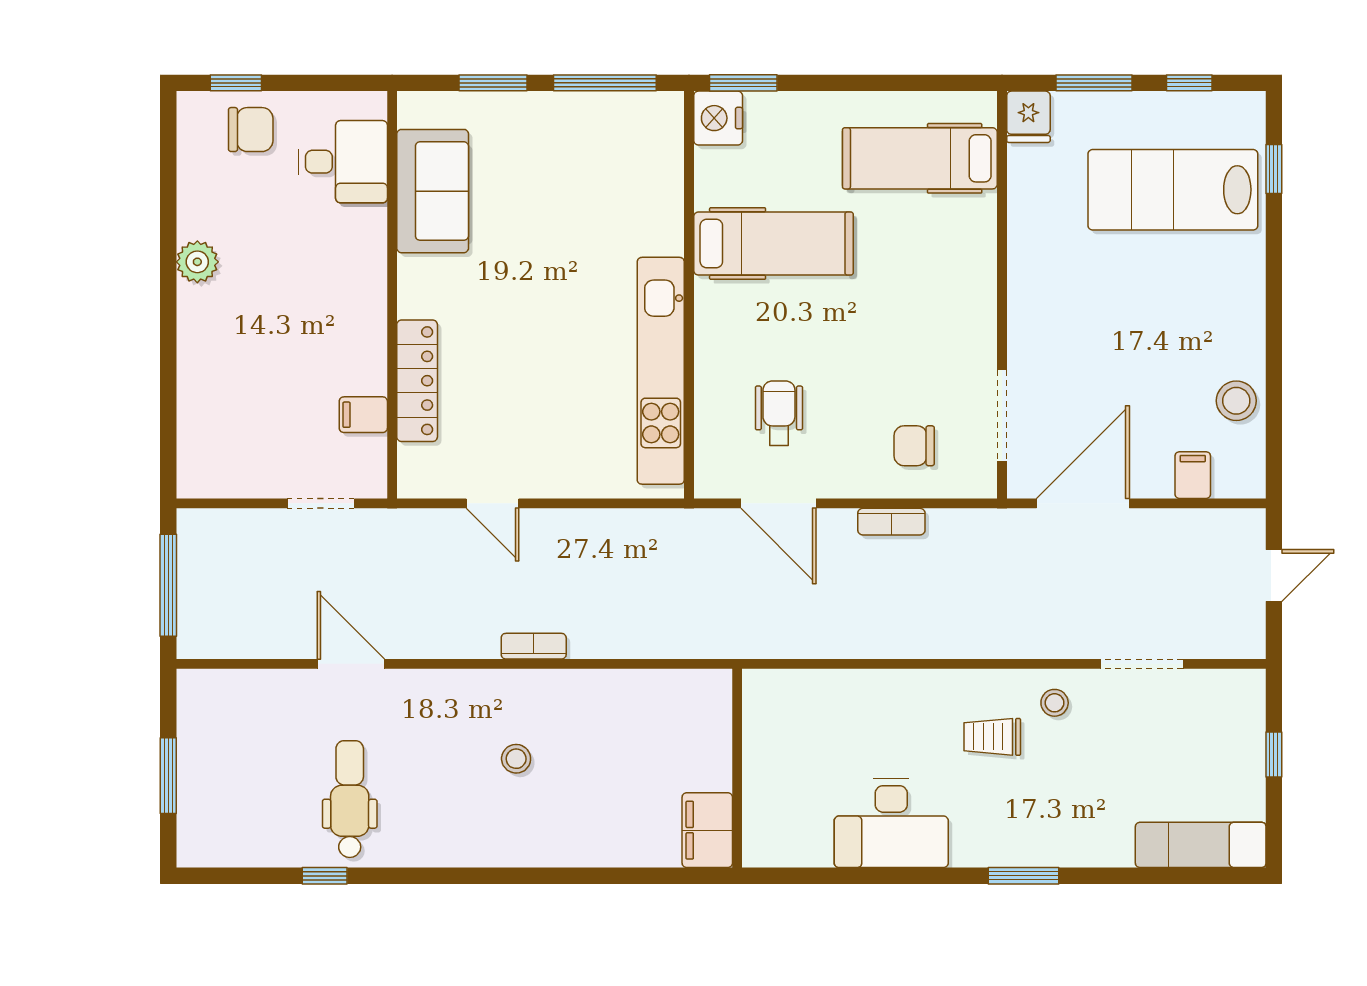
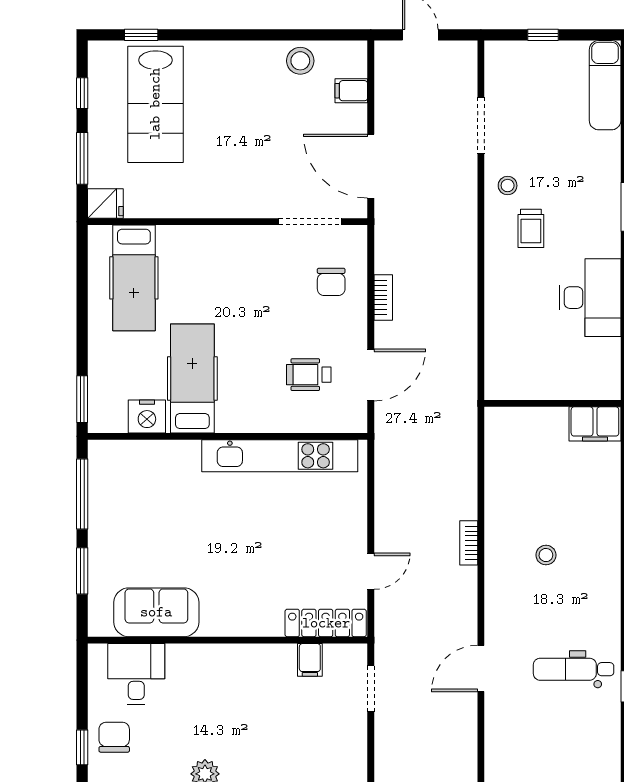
nightstand: (718, 118) -> (147, 416), moved
locker: (417, 381) -> (326, 623), moved

